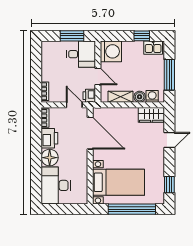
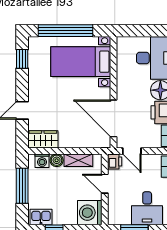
desk: (81, 54) -> (147, 208), moved, turned -90

